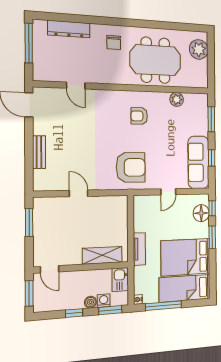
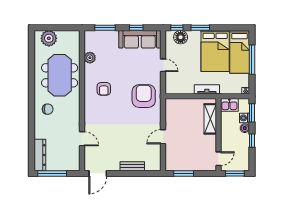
dresser: (69, 29) -> (40, 155), moved
door: (76, 86) -> (82, 139), hinge flipped
window: (164, 306) -> (252, 60), moved

